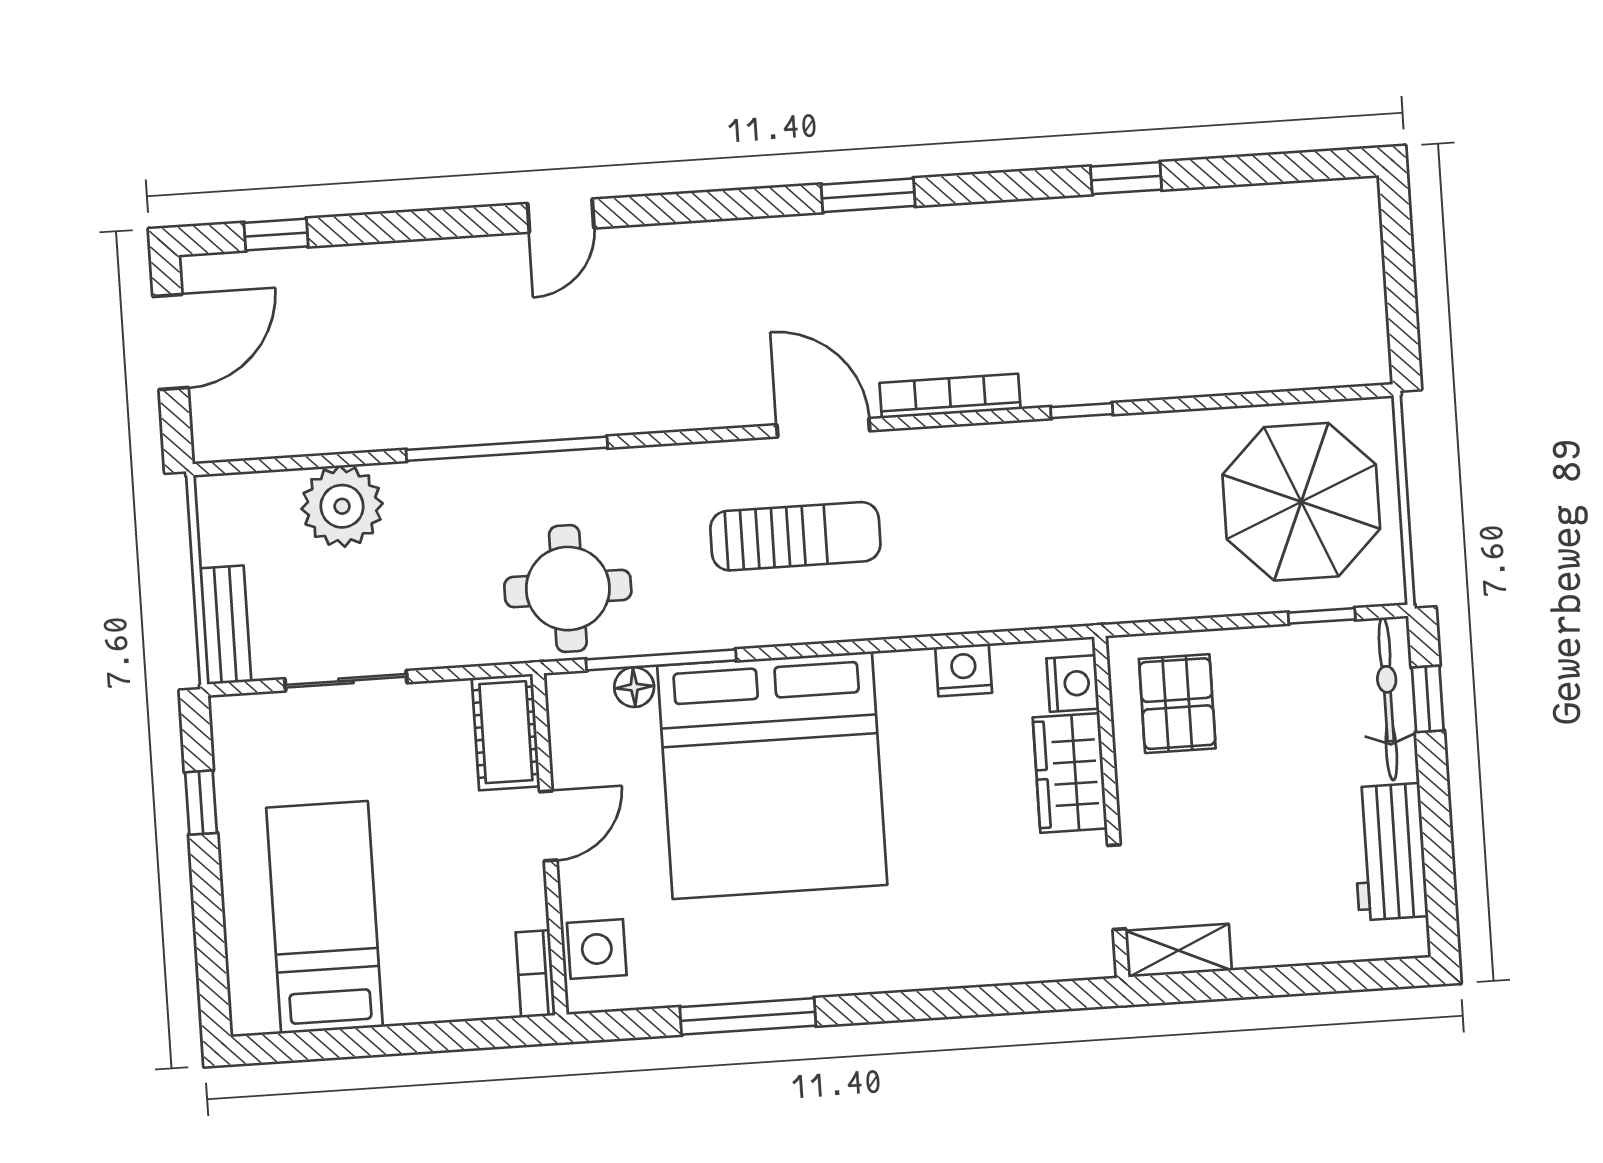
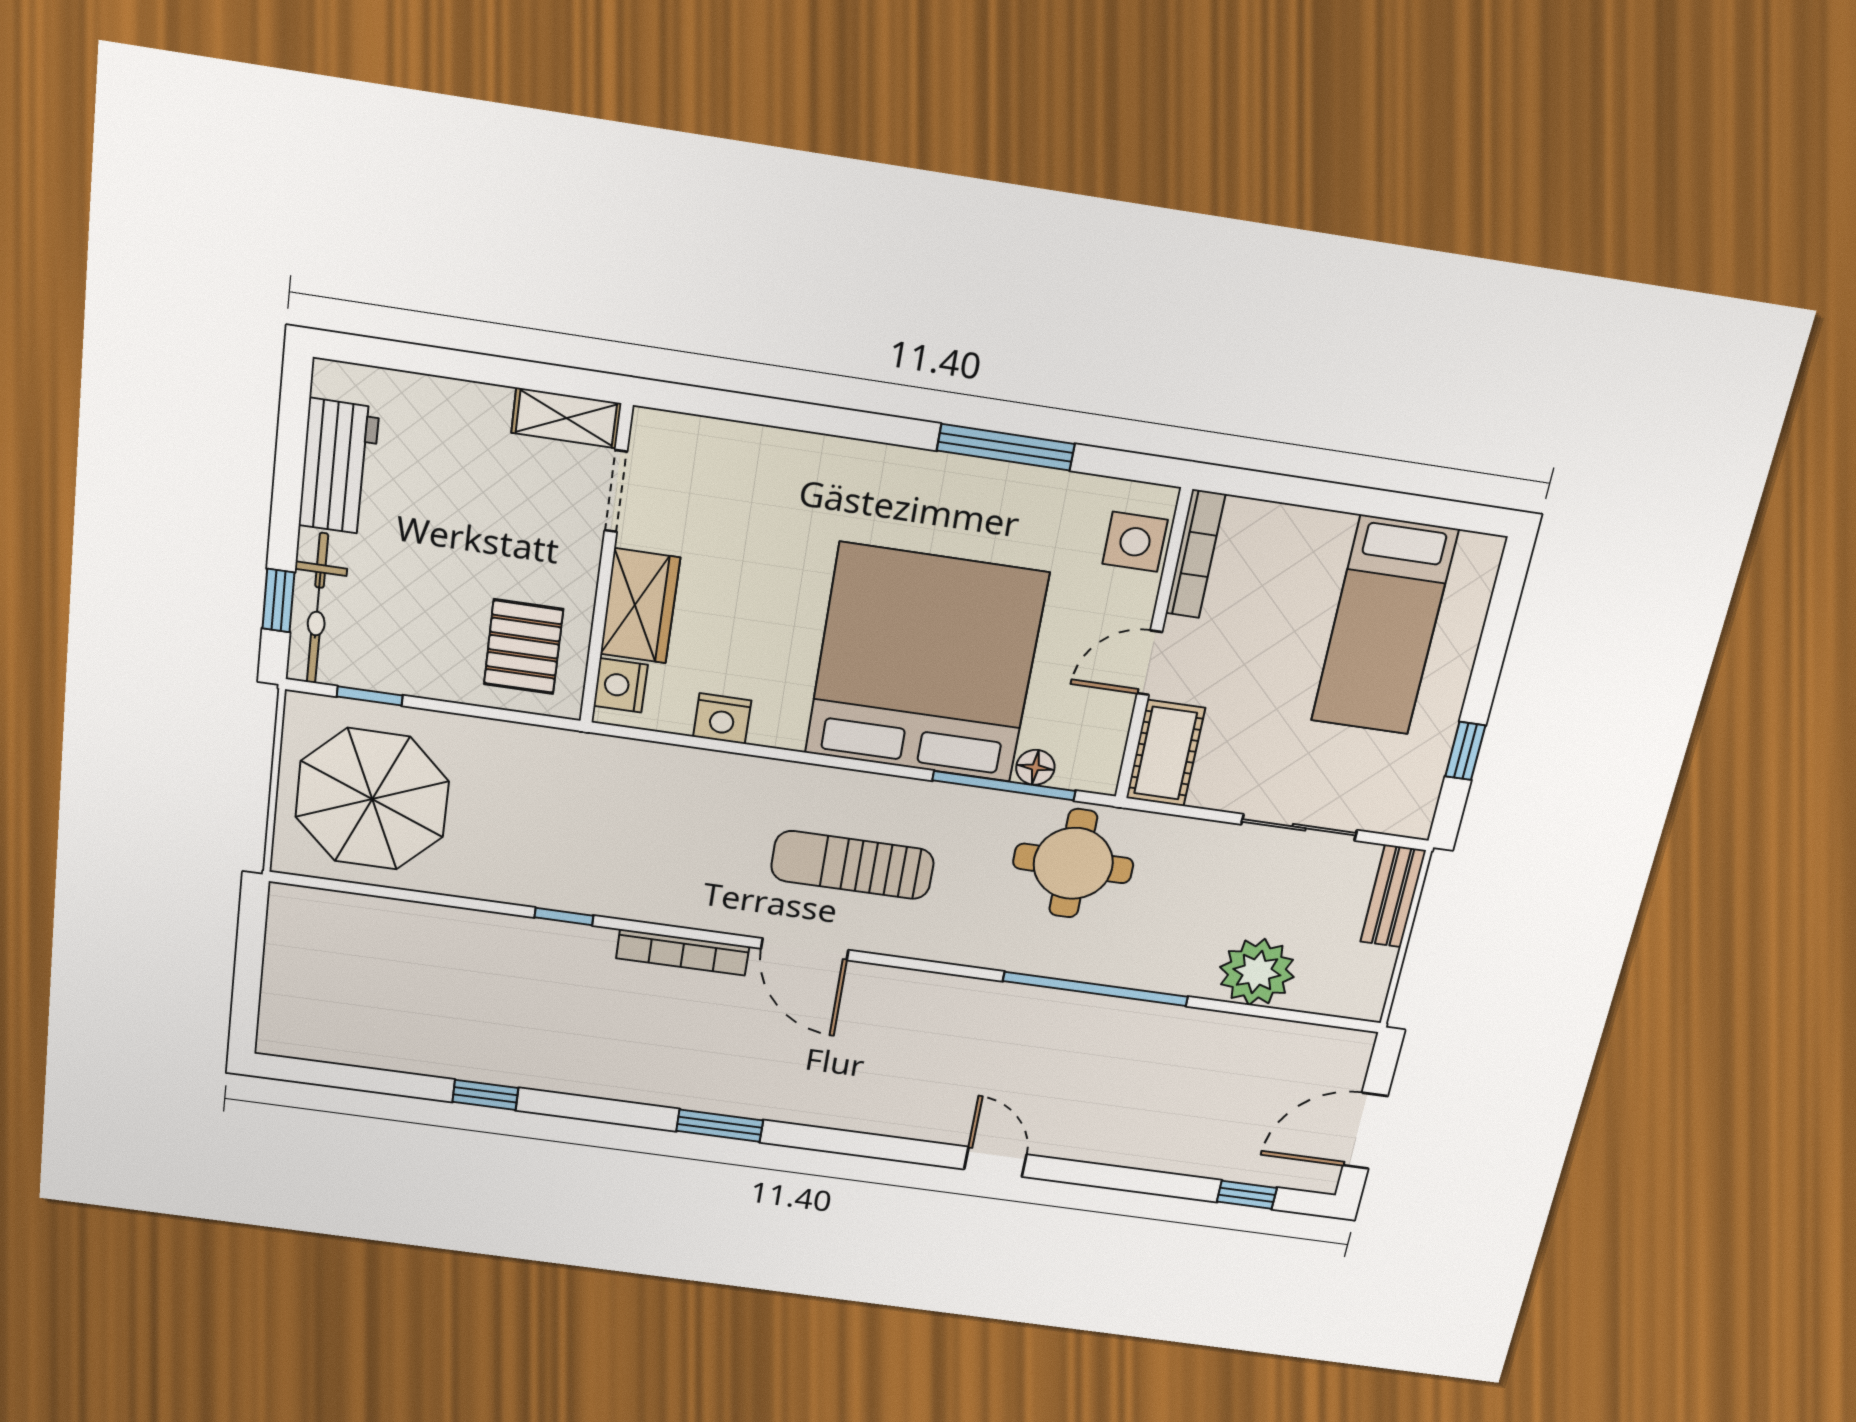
door: (561, 216) -> (995, 1162), hinge flipped
bookcase: (535, 974) -> (1195, 554), width x1.56

